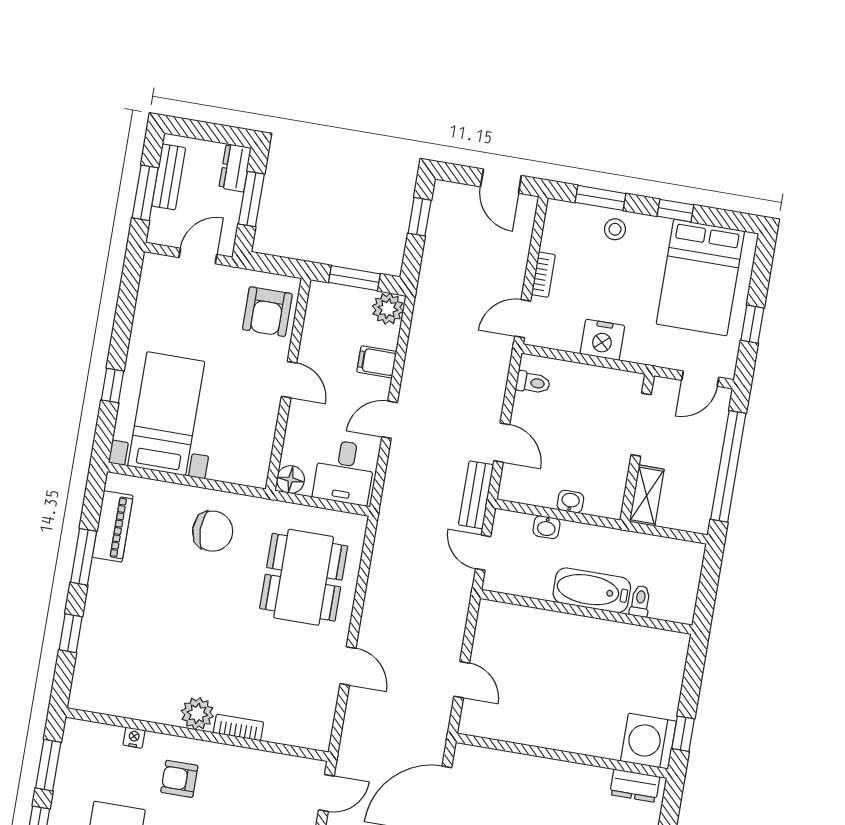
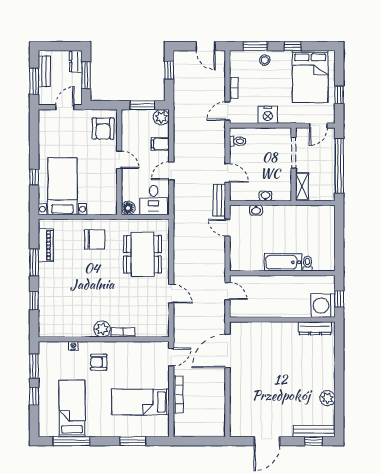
bathtub: (592, 590) -> (283, 262), moved
toilet: (640, 601) -> (308, 264), moved
wall: (586, 612) -> (282, 273), moved
dresser: (635, 786) -> (315, 328), width x1.44

